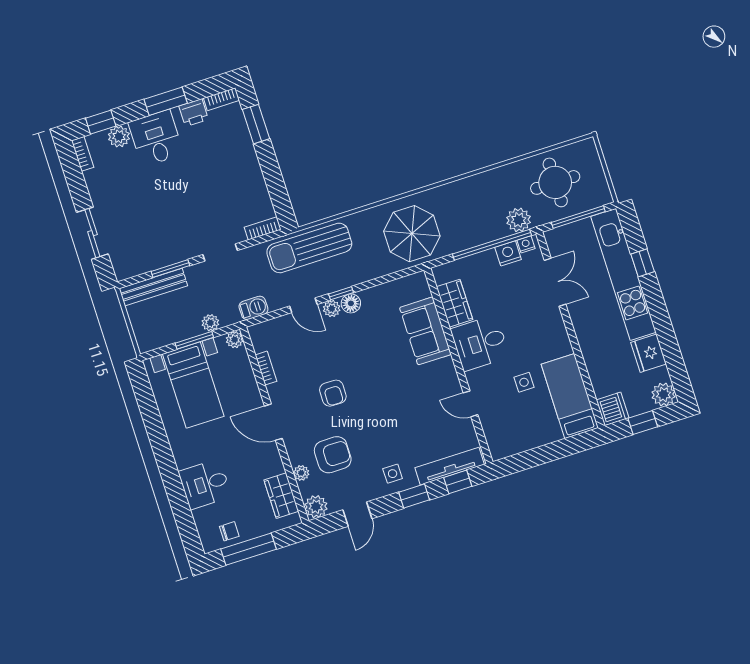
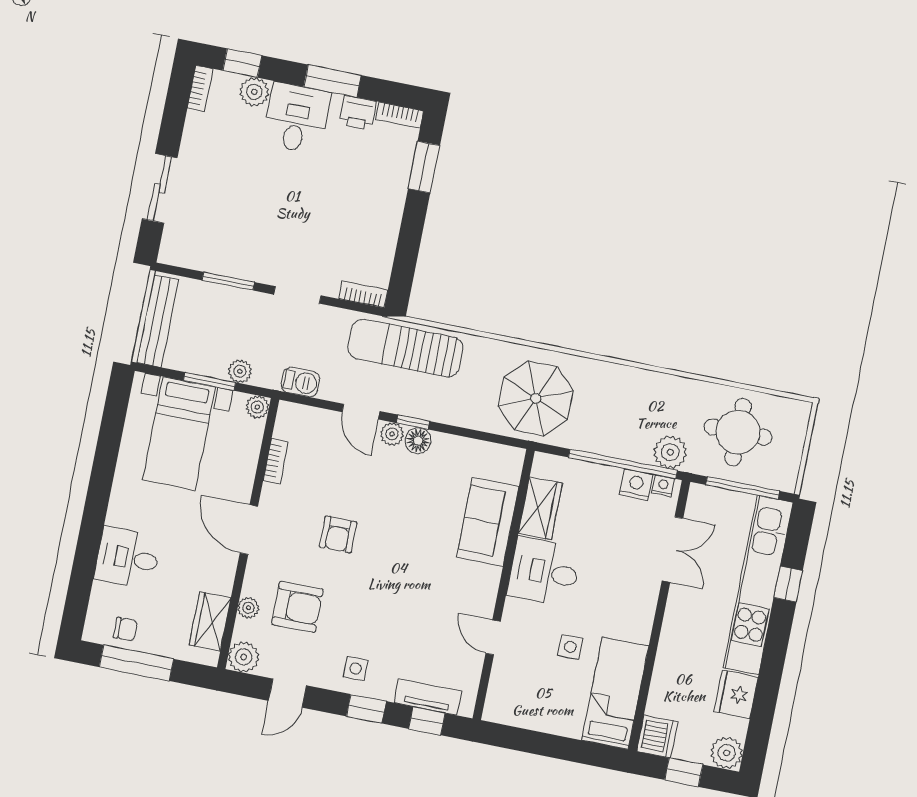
bench: (153, 287) -> (157, 321), moved, turned 90
tv unit: (450, 466) -> (428, 697), width x0.71

